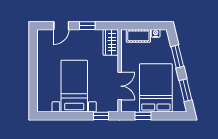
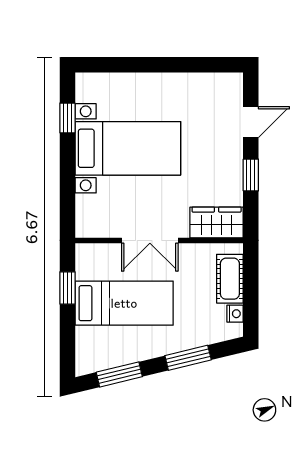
door: (61, 26) -> (251, 122), swing flipped
double door: (120, 86) -> (150, 240), moved
bed: (156, 88) -> (124, 303), width x0.67
window: (101, 116) -> (67, 118), moved

